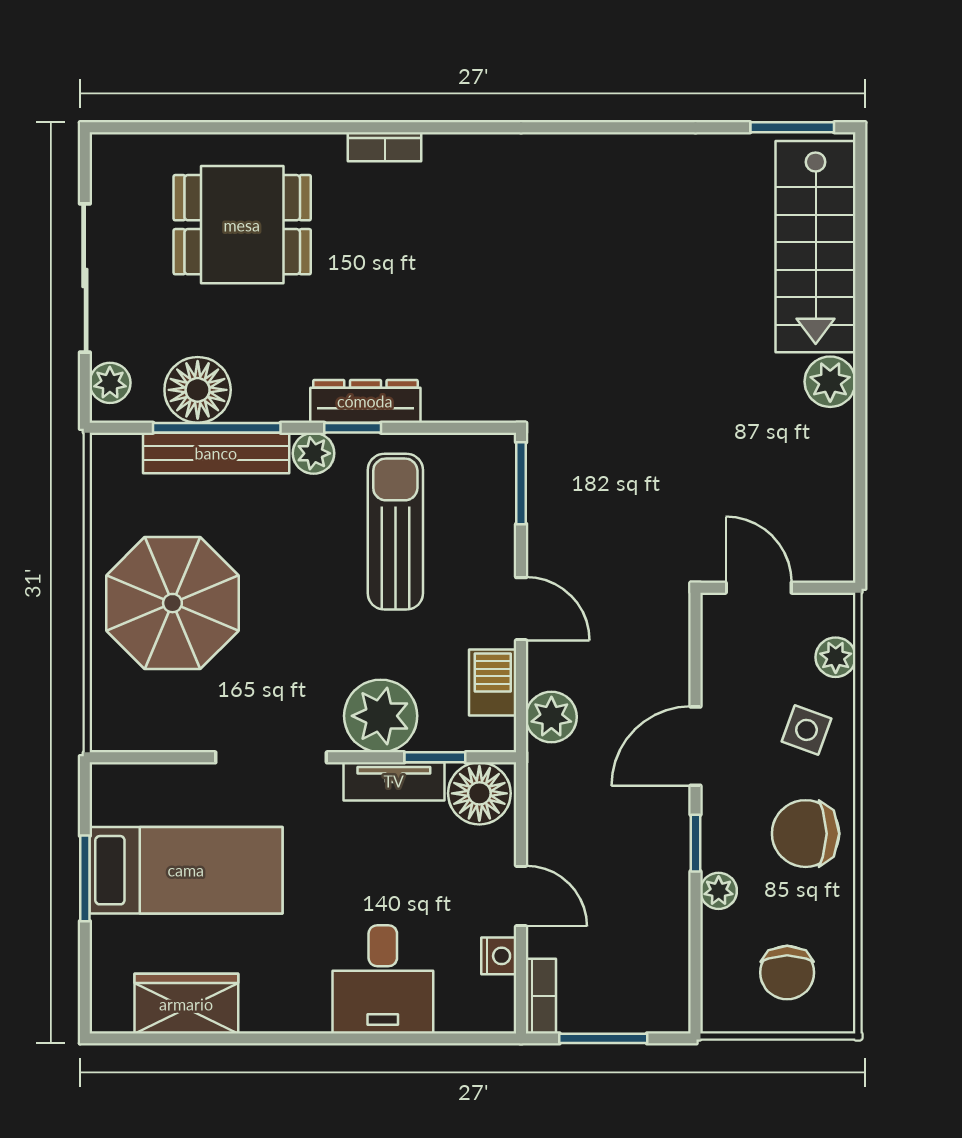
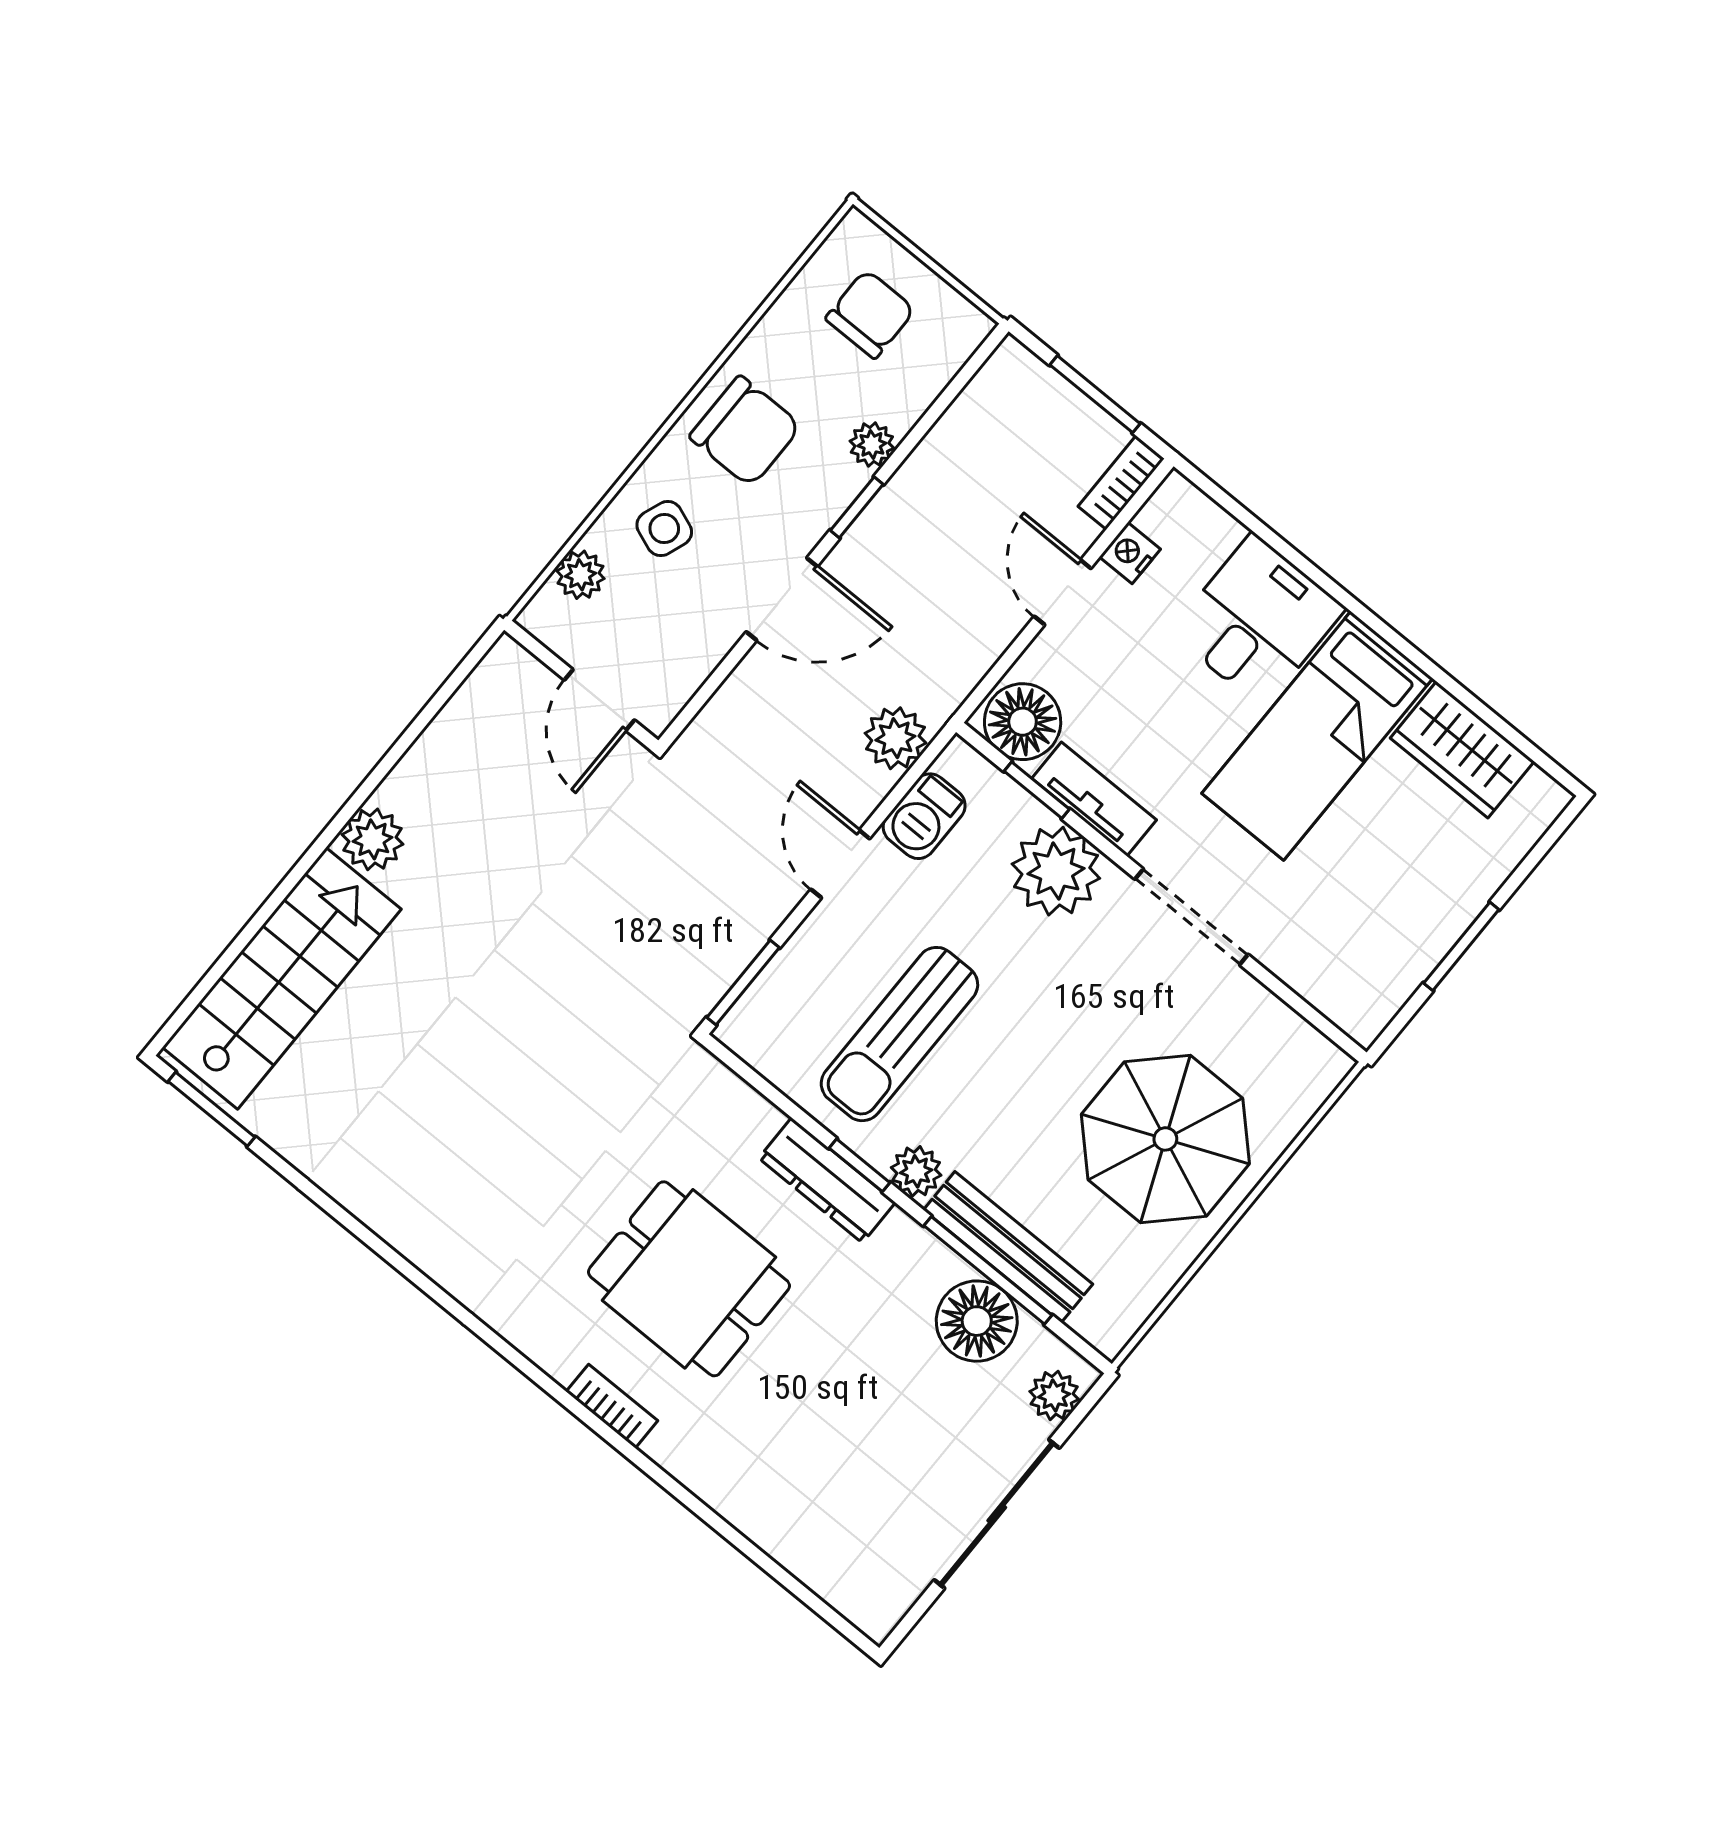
dining table: (242, 225) -> (689, 1279), moved
bed: (186, 870) -> (1317, 736), moved, turned -90

